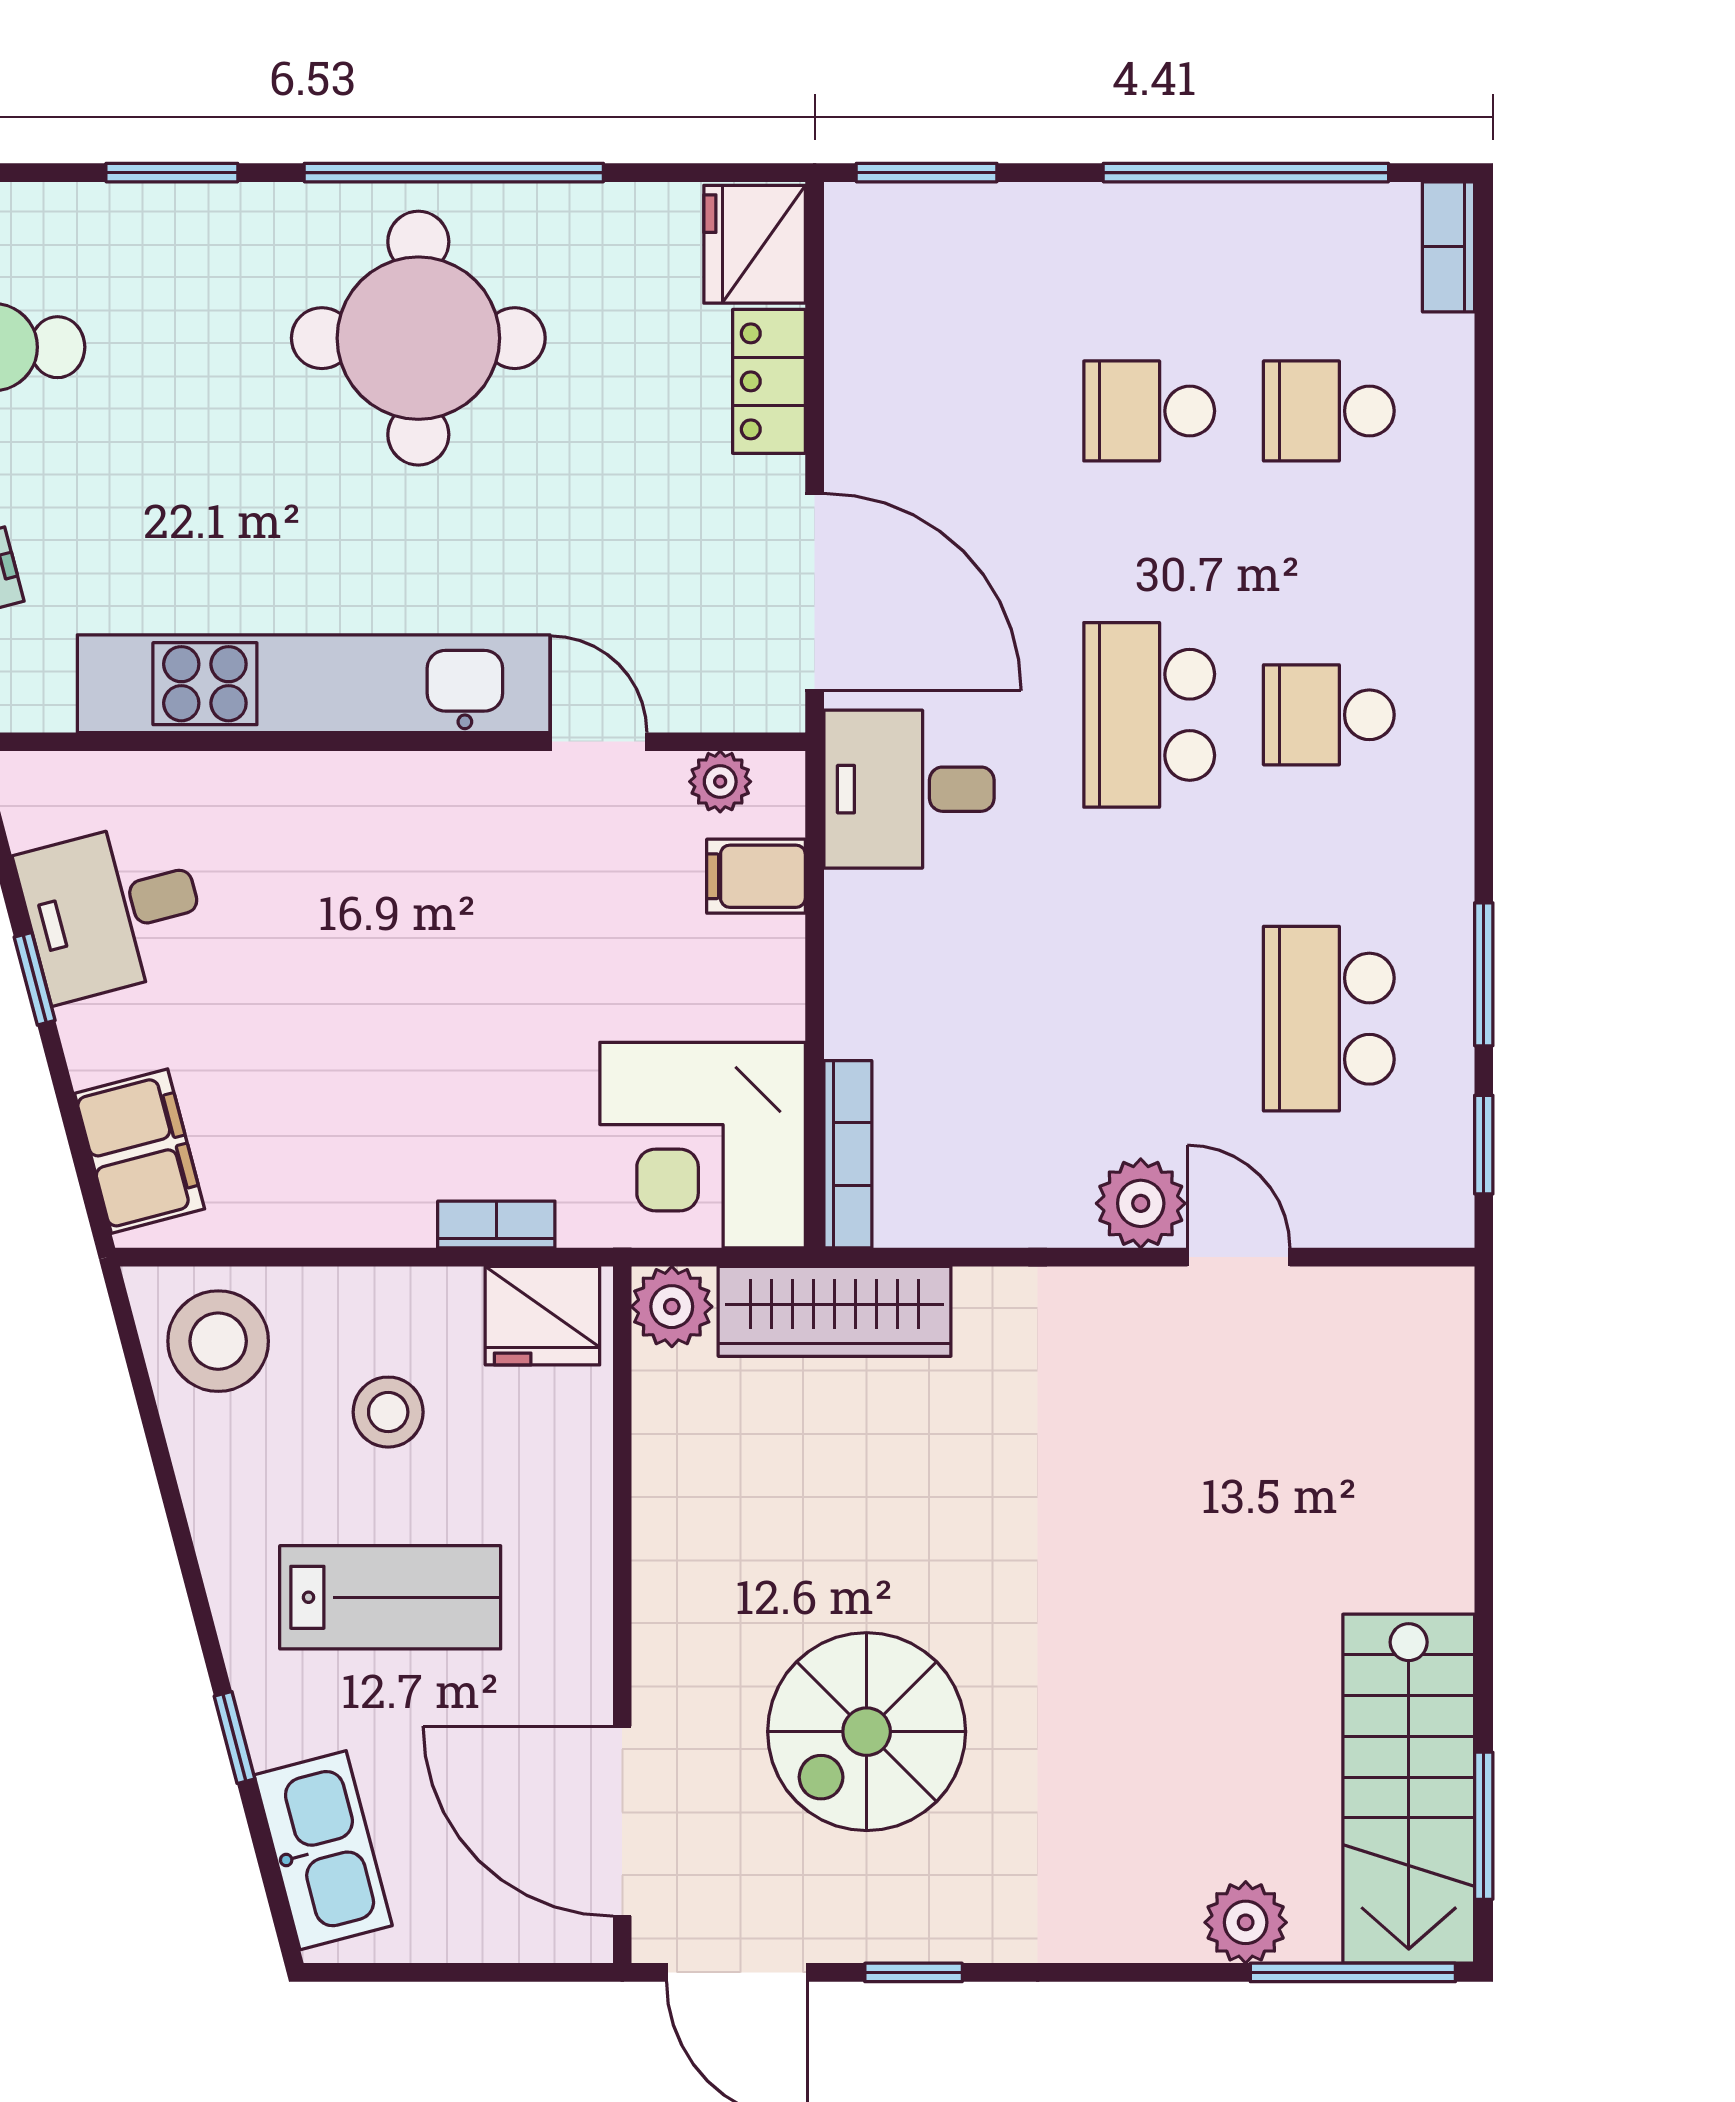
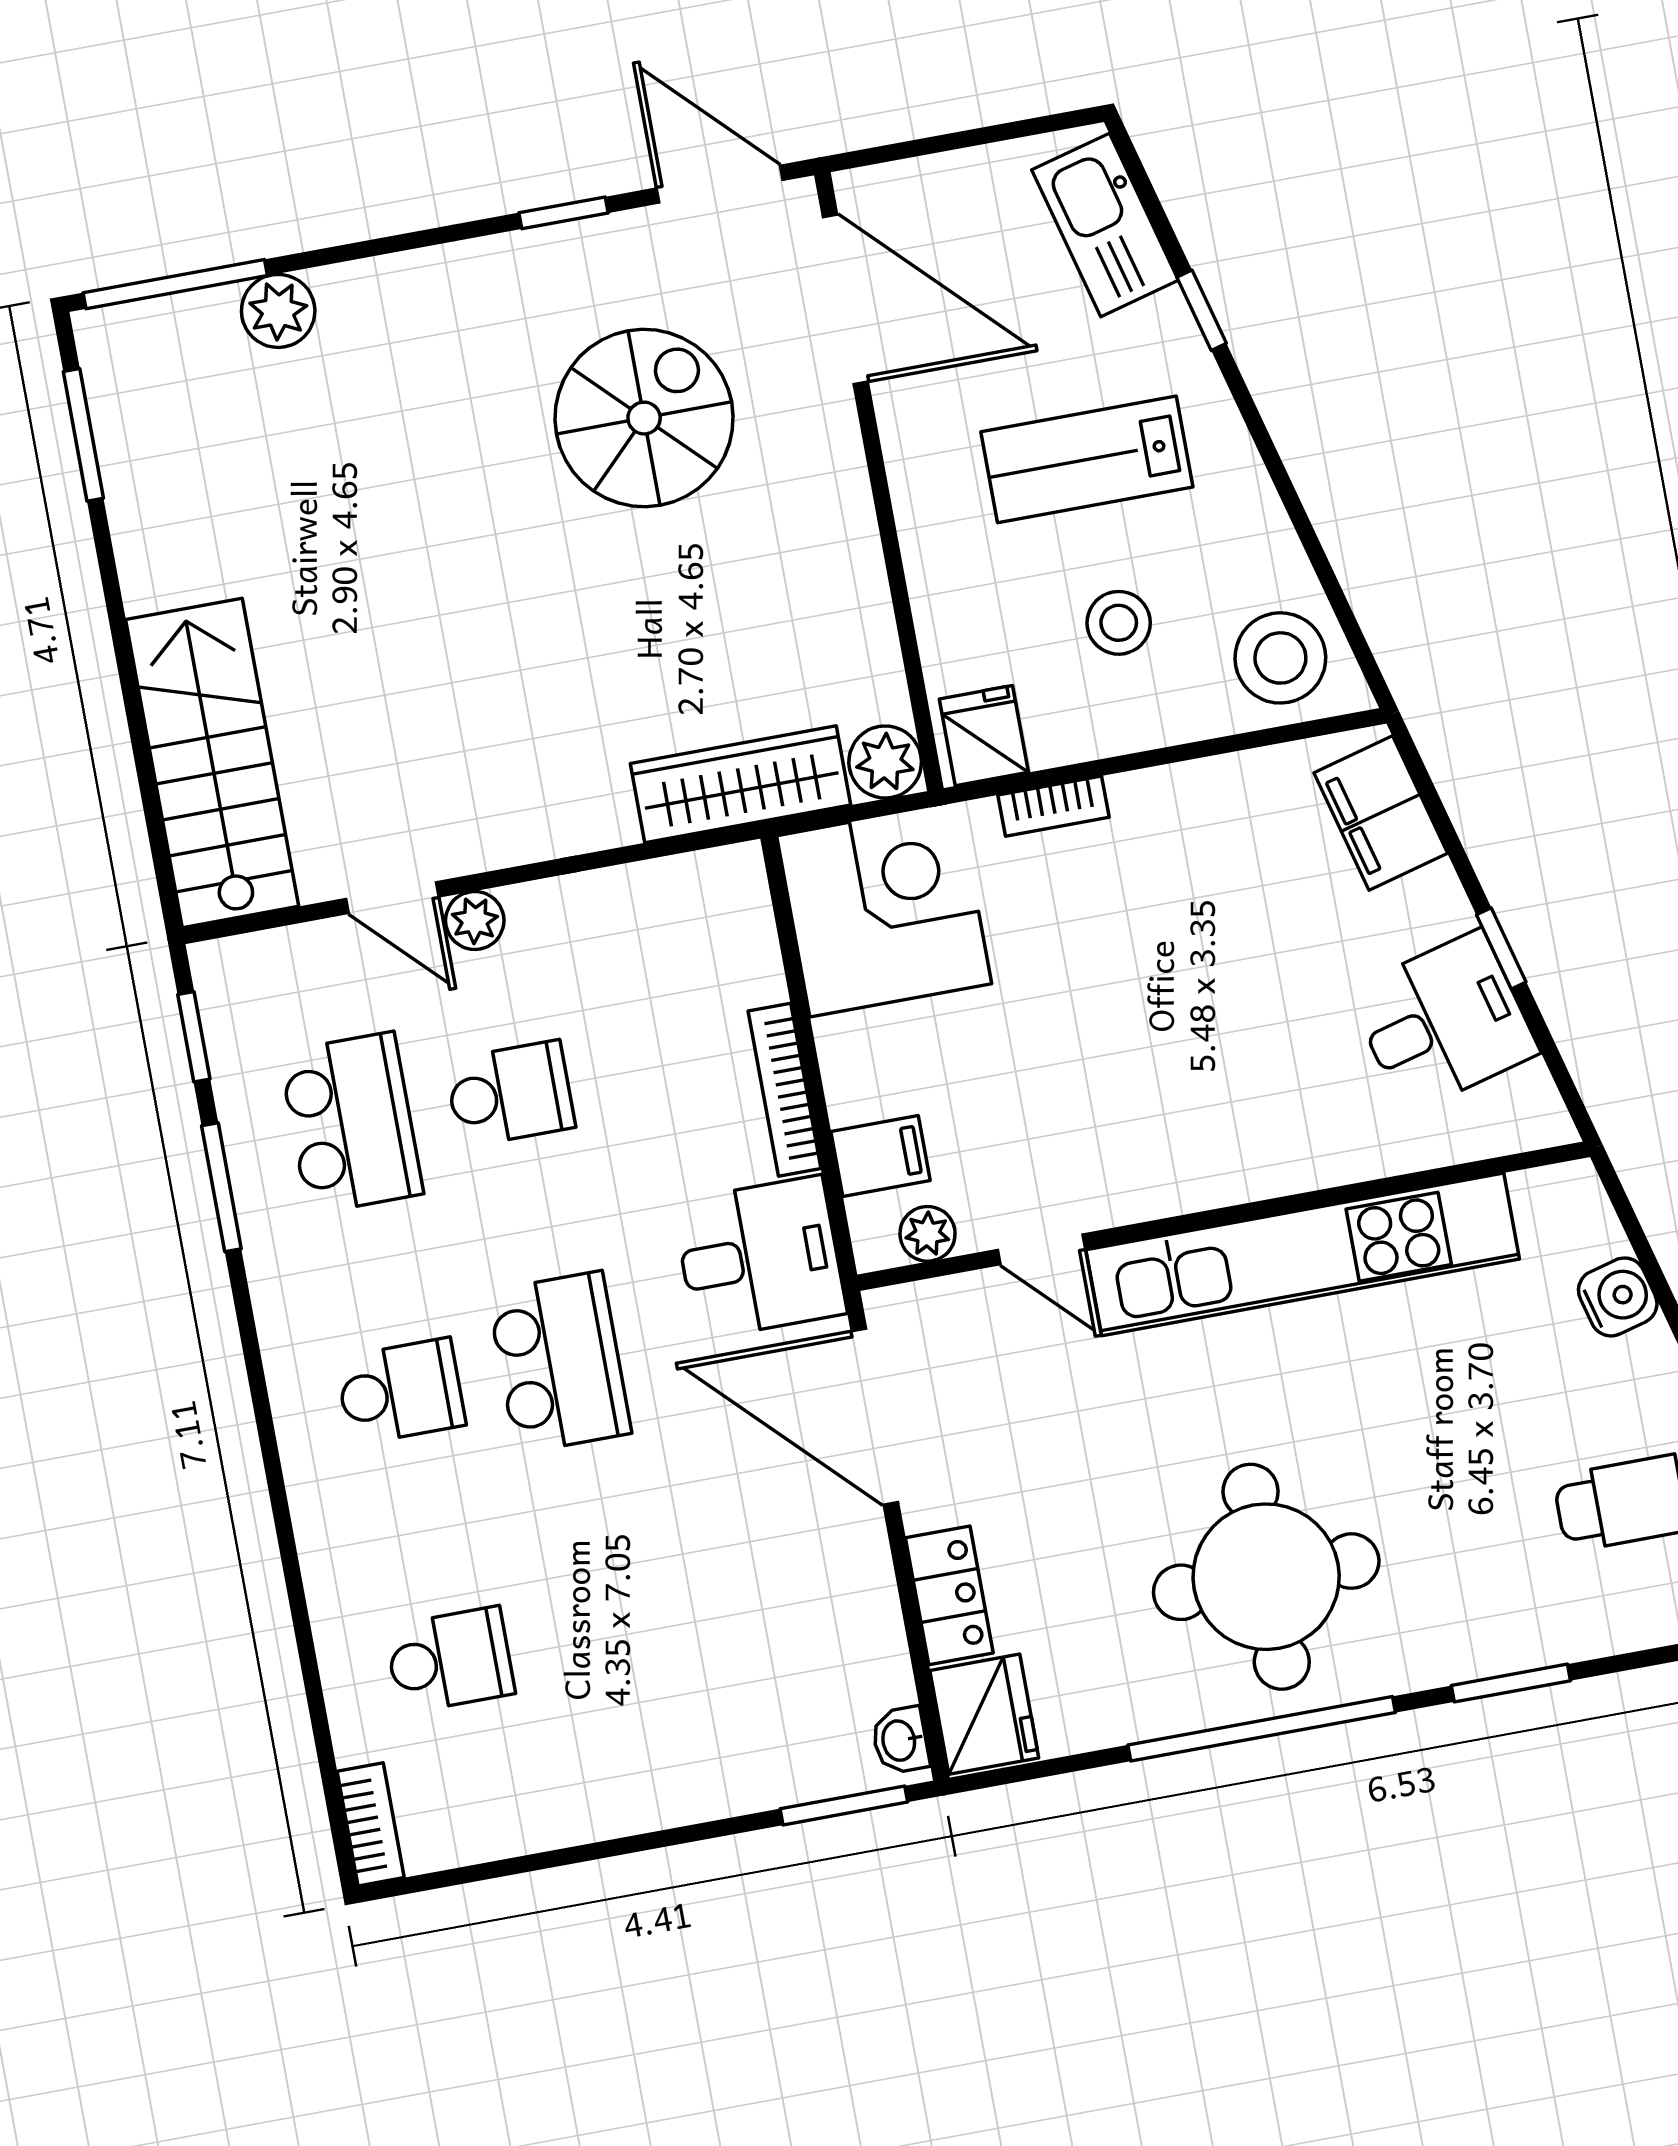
window: (1246, 173) -> (562, 1857), removed
washbasin: (852, 233) -> (900, 1740), added
school desk: (1149, 411) -> (510, 1094), moved
bookcase: (848, 1154) -> (785, 1090), moved
plant: (1141, 1203) -> (475, 921), width x0.73, depth x0.73
fridge: (542, 1316) -> (984, 736), width x0.72
stairs: (1409, 1789) -> (212, 763), moved

